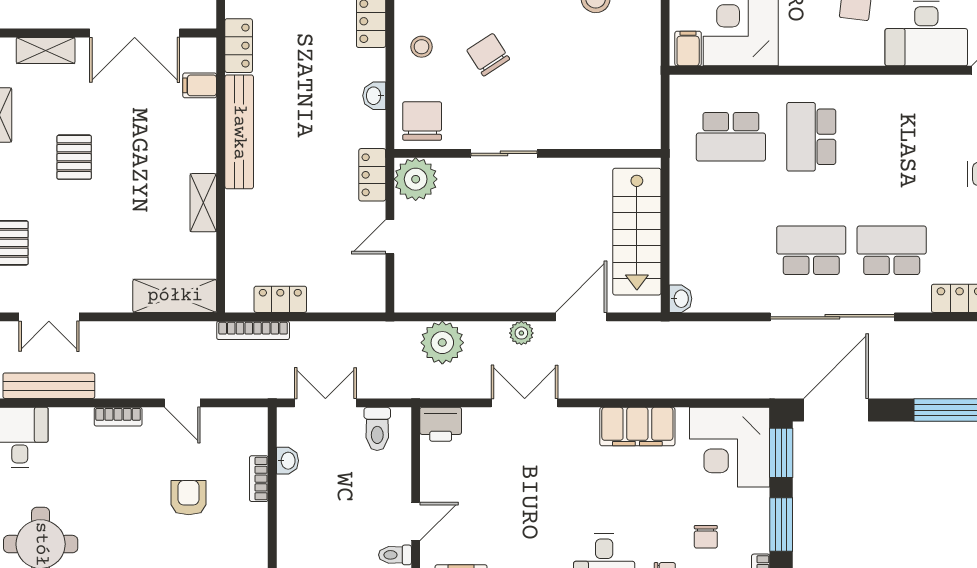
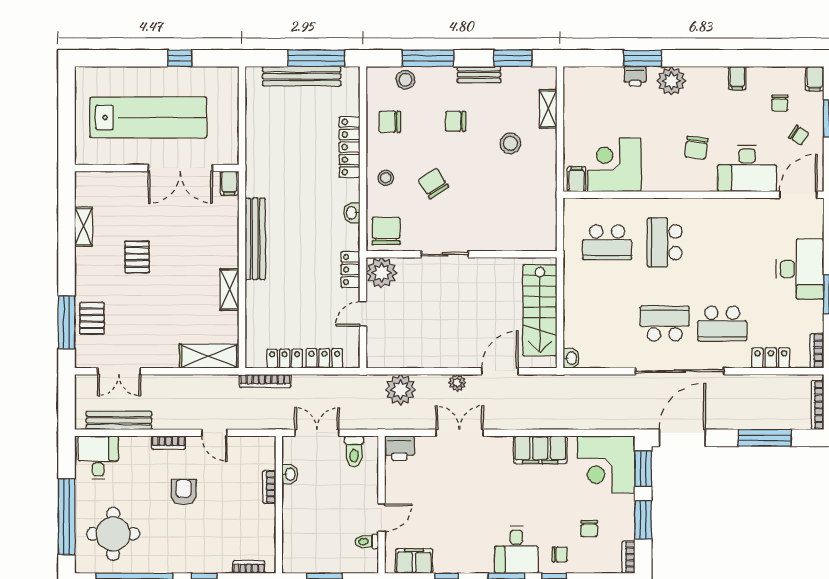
locker: (239, 46) -> (324, 358), moved, turned -90
shelving: (46, 50) -> (117, 181), removed
filing cabinet: (200, 85) -> (229, 183), moved, turned -90
school desk: (892, 250) -> (722, 324), turned 180
armchair: (189, 498) -> (184, 492), moved

